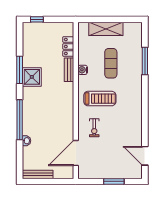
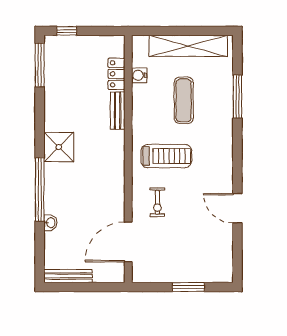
shelving: (106, 29) -> (188, 46), width x1.47
window: (20, 70) -> (40, 65), moved
water cooler: (83, 70) -> (139, 75), moved
shower: (32, 77) -> (59, 147), moved
door: (145, 156) -> (237, 208), moved

